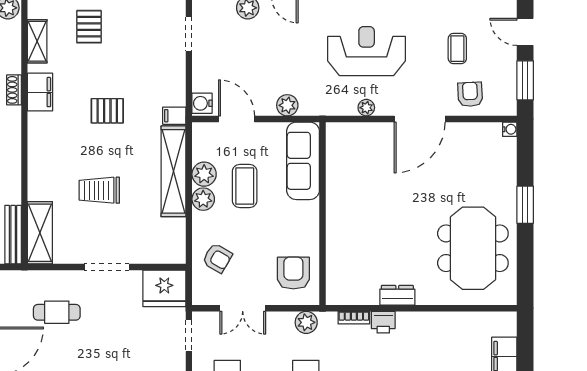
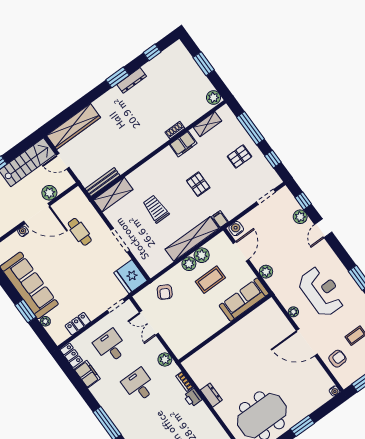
pallet: (89, 27) -> (239, 156), moved
armchair: (293, 273) -> (185, 335), removed

